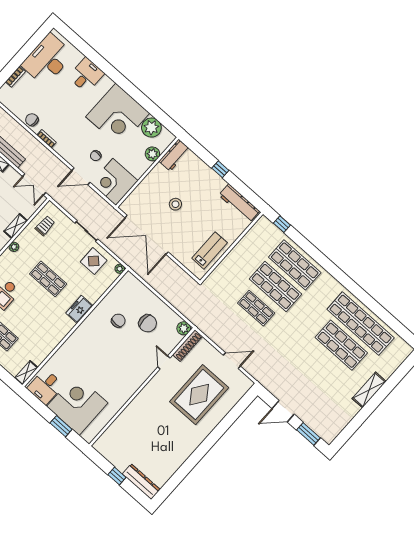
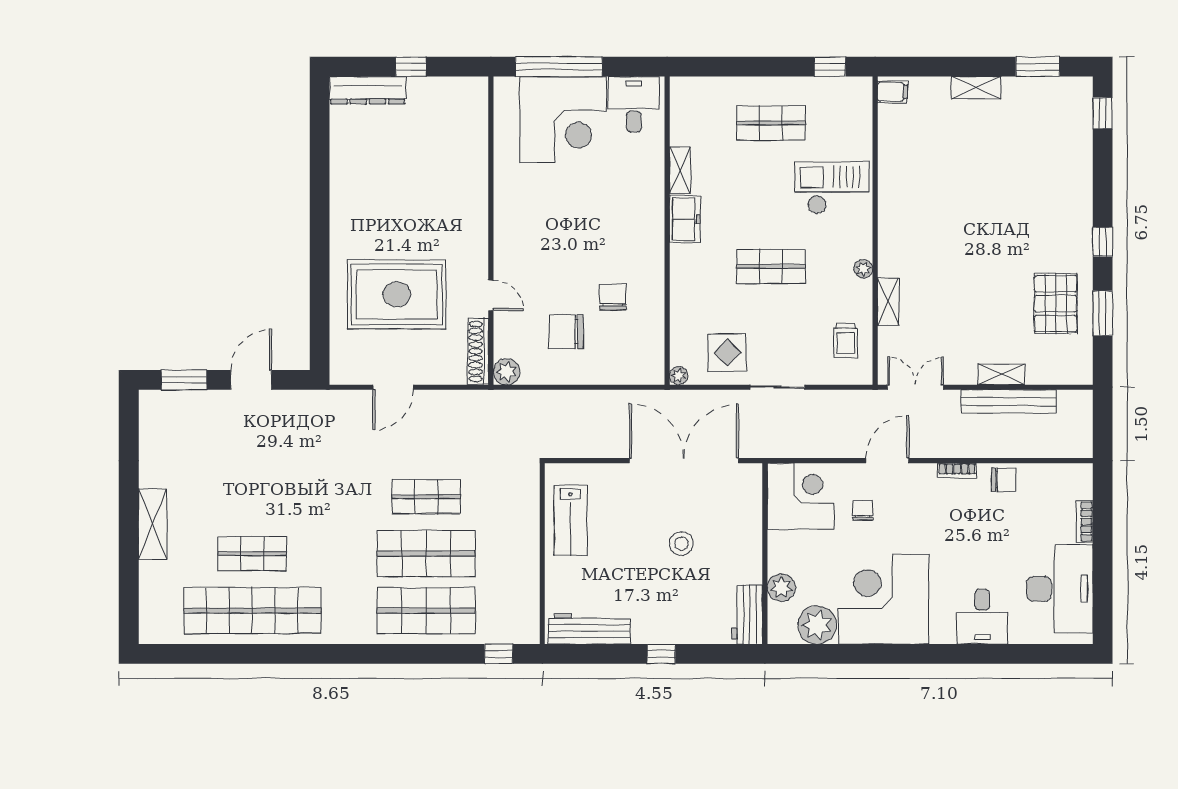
door: (81, 176) -> (887, 461), moved
freezer: (79, 309) -> (685, 219), moved
chair: (118, 321) -> (613, 297), turned 180
shop shelf: (341, 345) -> (252, 554), width x0.70, depth x0.74
shelving: (26, 373) -> (680, 170), moved
rug: (199, 395) -> (397, 294), turned 90
window: (61, 426) -> (559, 67), width x2.11

